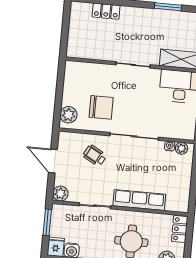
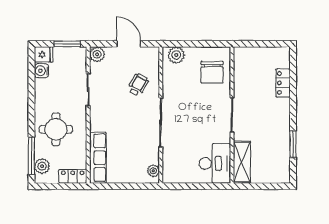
chair: (101, 107) -> (212, 72), moved
water cooler: (170, 146) -> (154, 159), removed
door: (53, 161) -> (129, 44), hinge flipped
row of seats: (139, 200) -> (98, 158), moved

